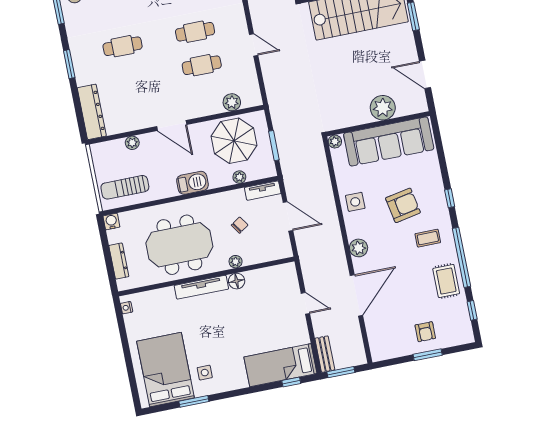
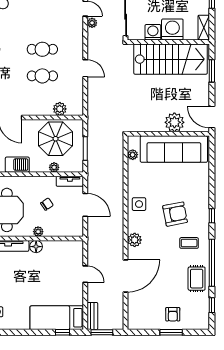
plant: (383, 108) -> (174, 122), moved
wall: (378, 124) -> (168, 134), moved
sofa: (389, 141) -> (174, 149), moved

